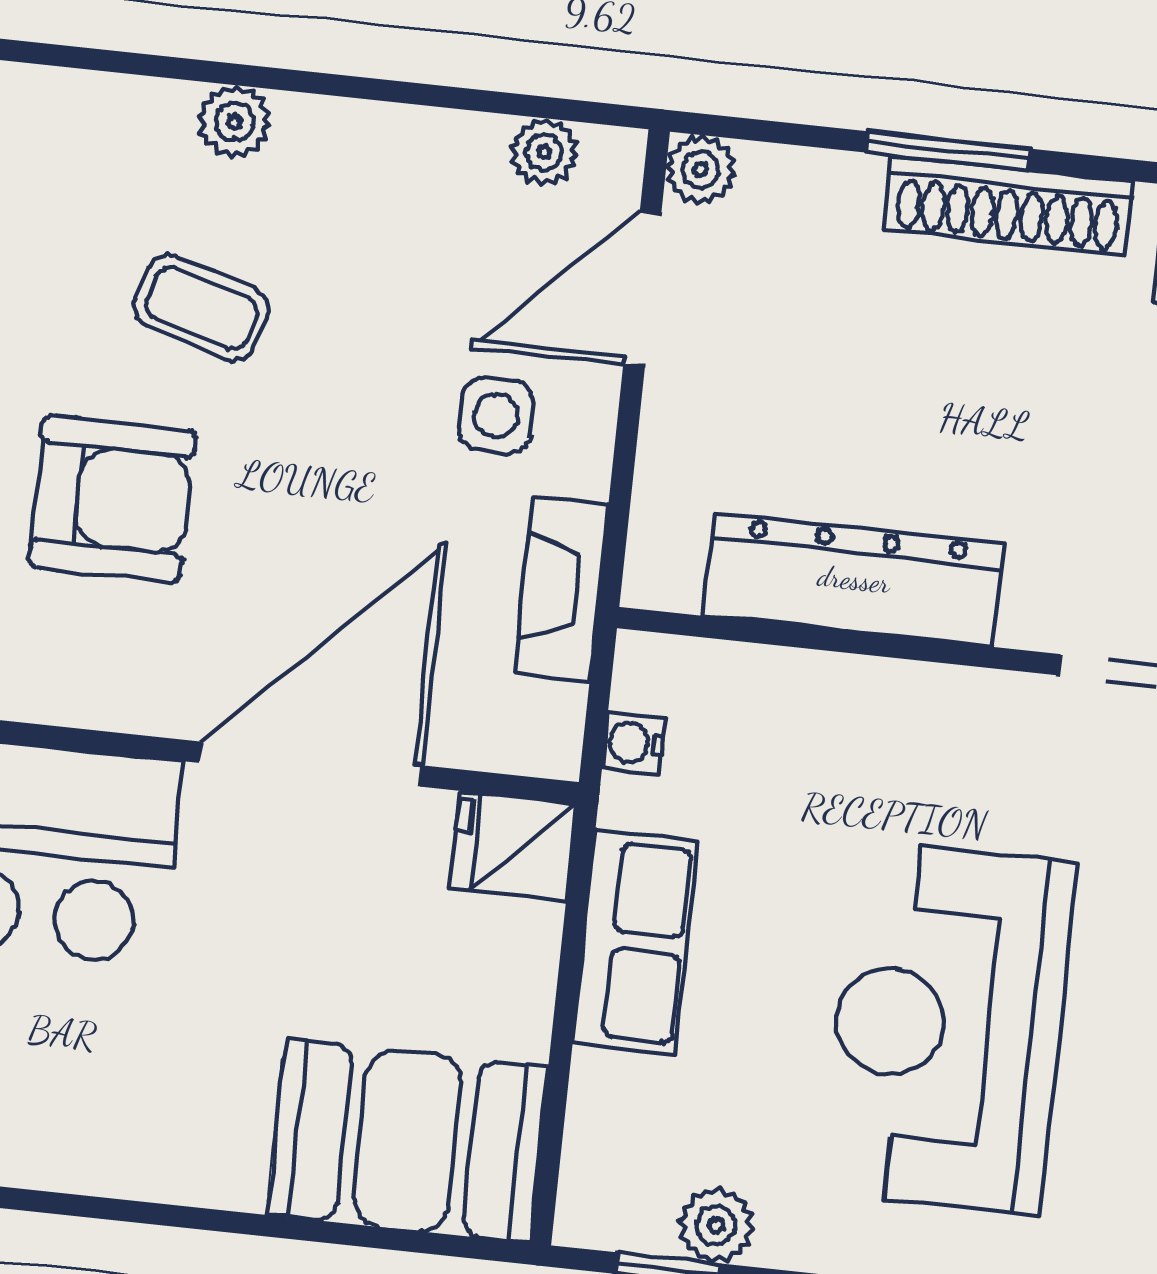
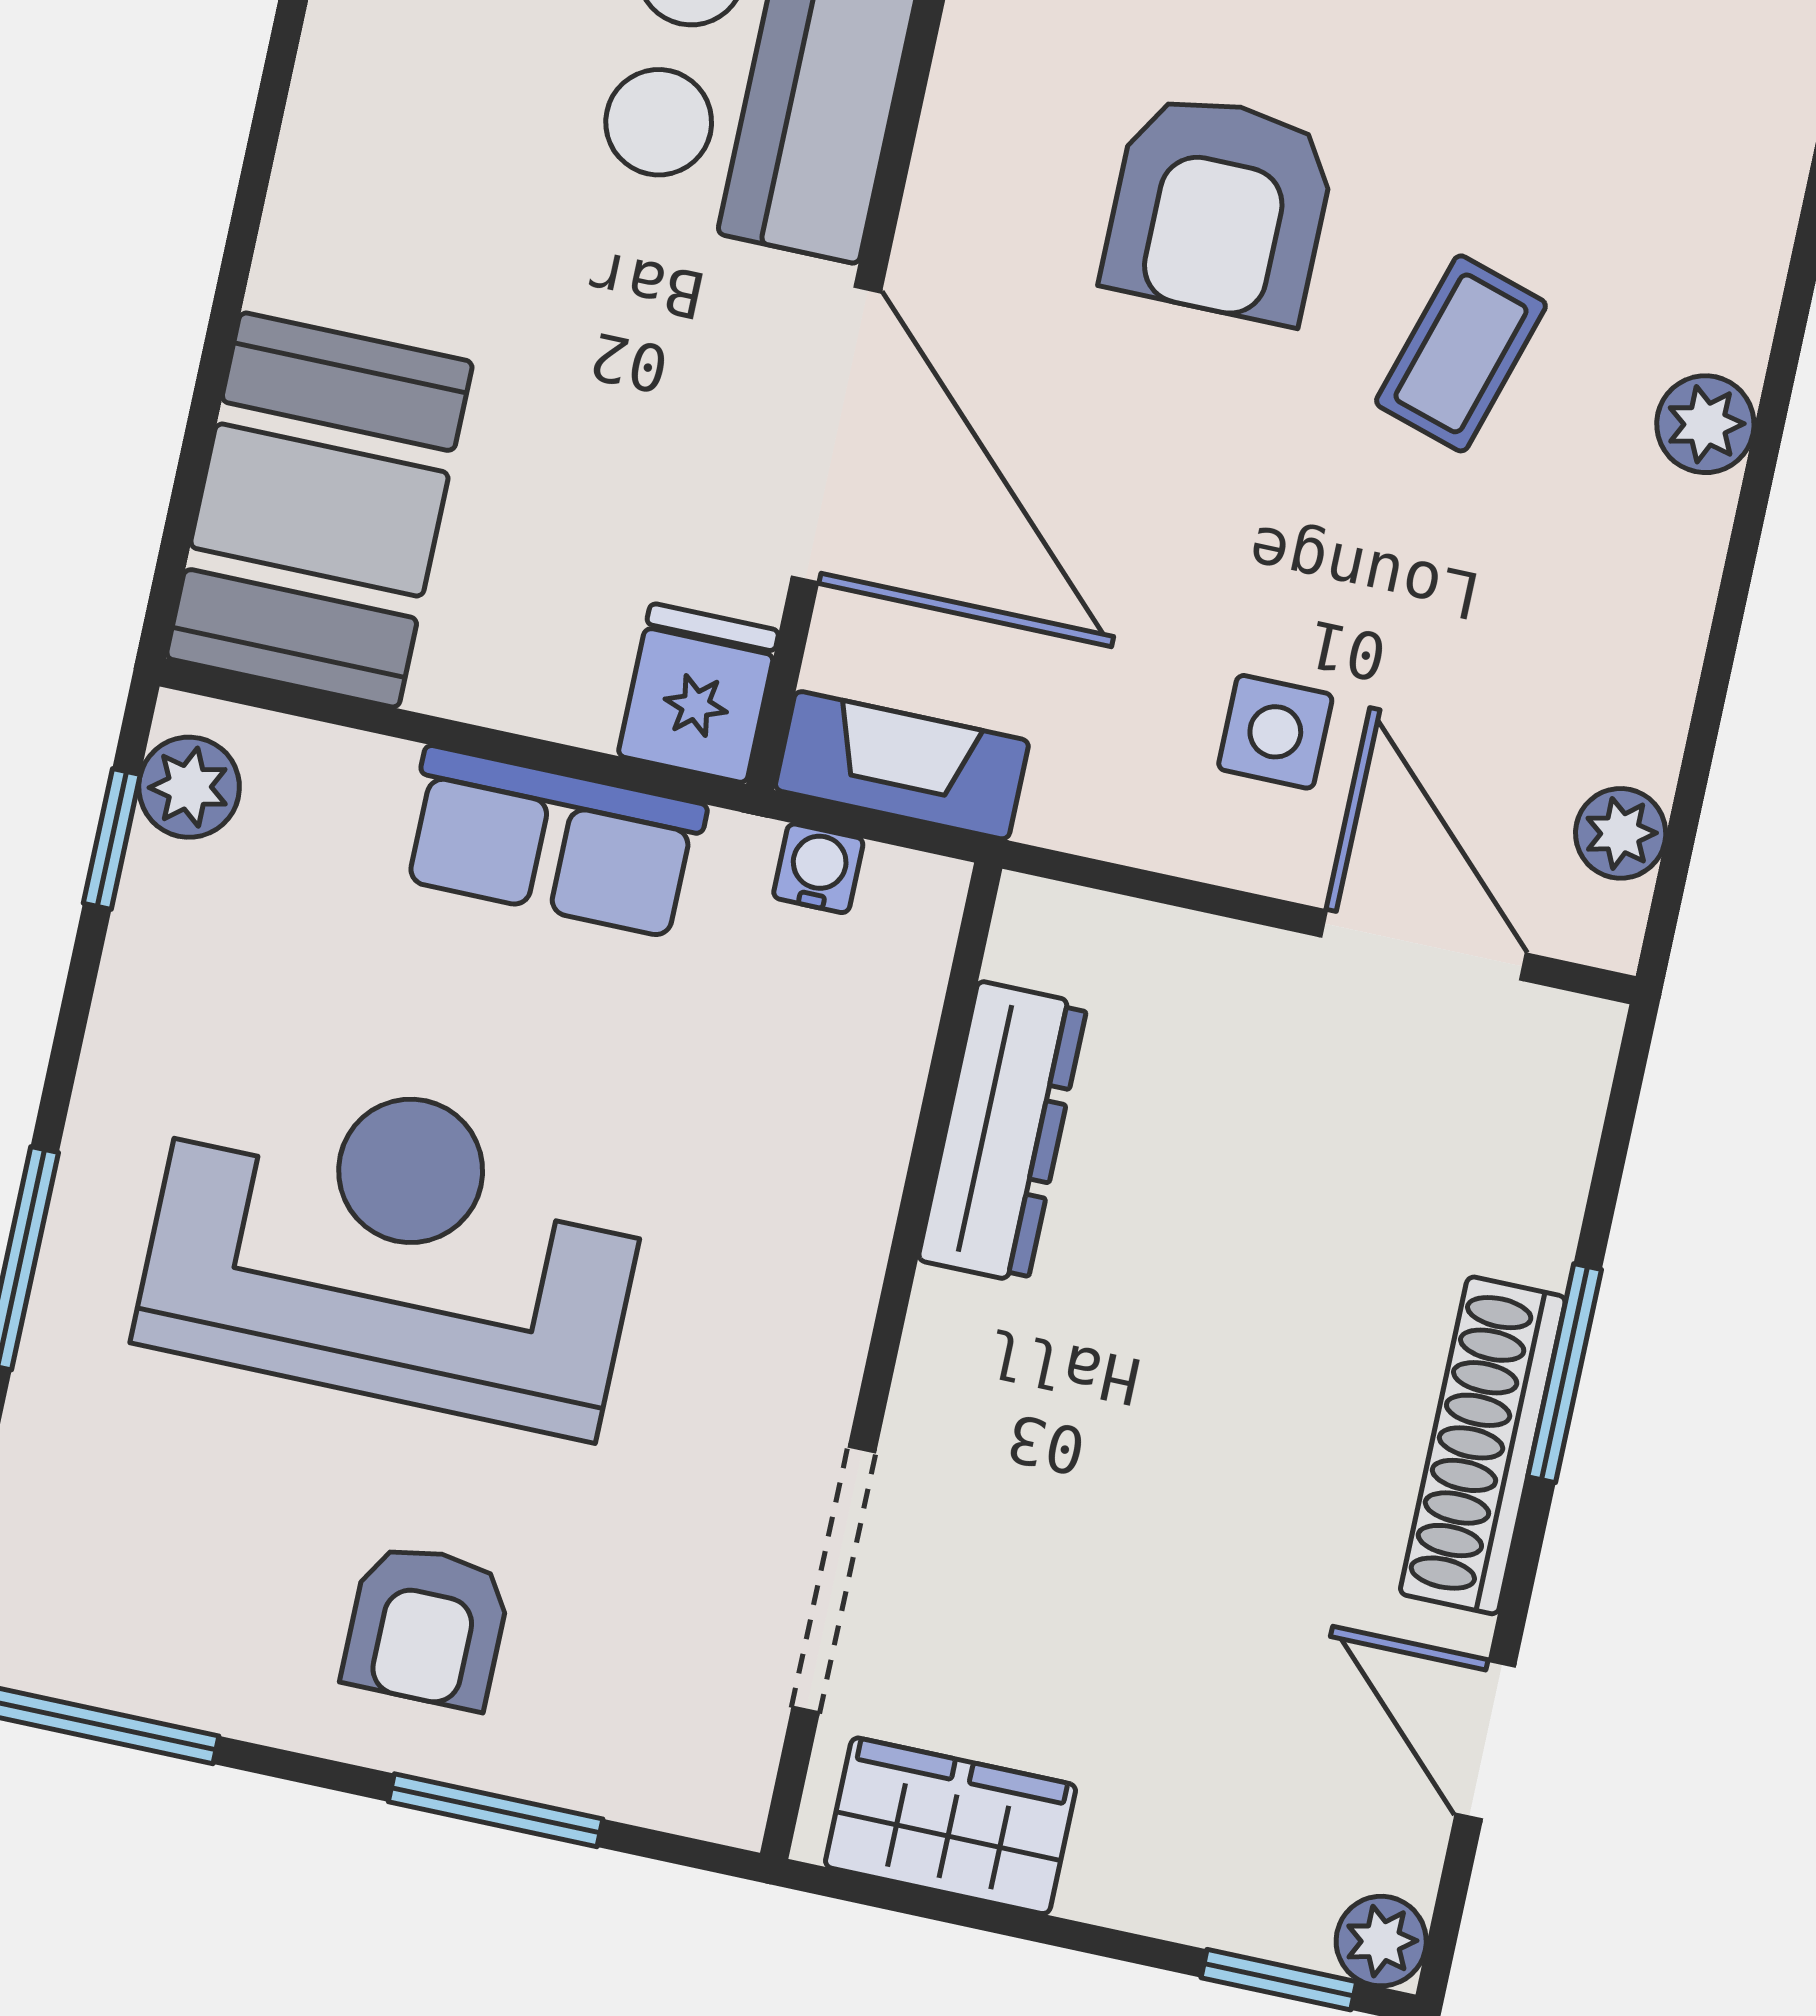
plant: (700, 170) -> (1575, 1040), removed
dresser: (854, 580) -> (1003, 1132), width x0.73, depth x0.80
fireplace: (561, 589) -> (902, 765), moved
plant: (716, 1225) -> (189, 787), moved

